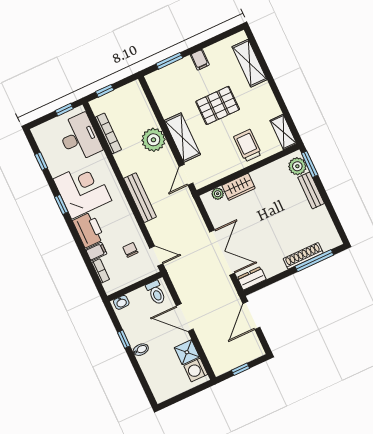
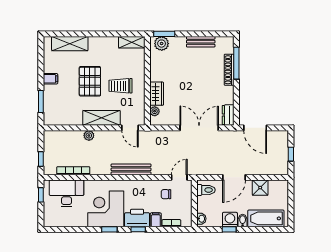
plant: (153, 140) -> (89, 135), width x0.53, depth x0.53
trolley: (248, 146) -> (120, 86), moved
window: (41, 161) -> (138, 229), moved
bench: (311, 190) -> (201, 42), moved
washing machine: (196, 370) -> (230, 220), moved, turned 180
bathtub: (155, 375) -> (266, 218), added

